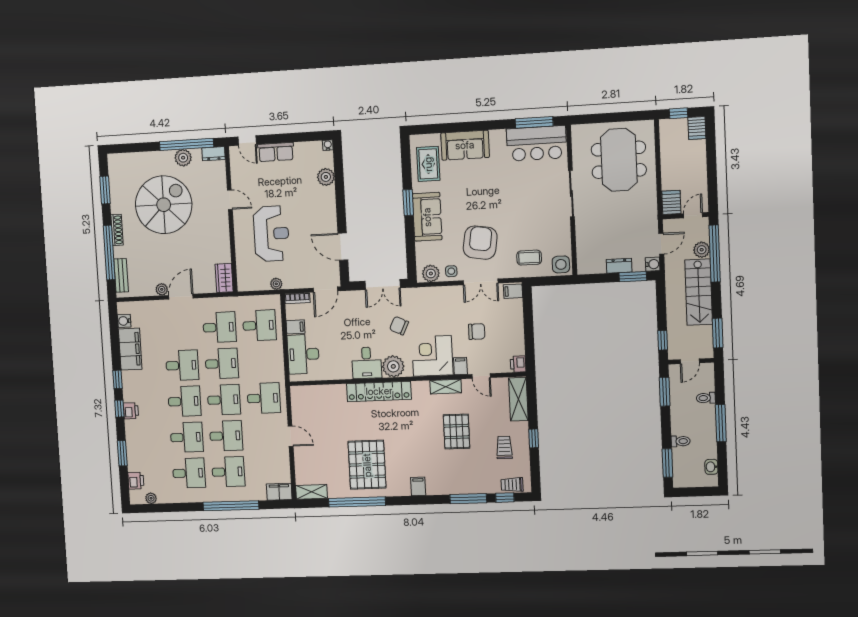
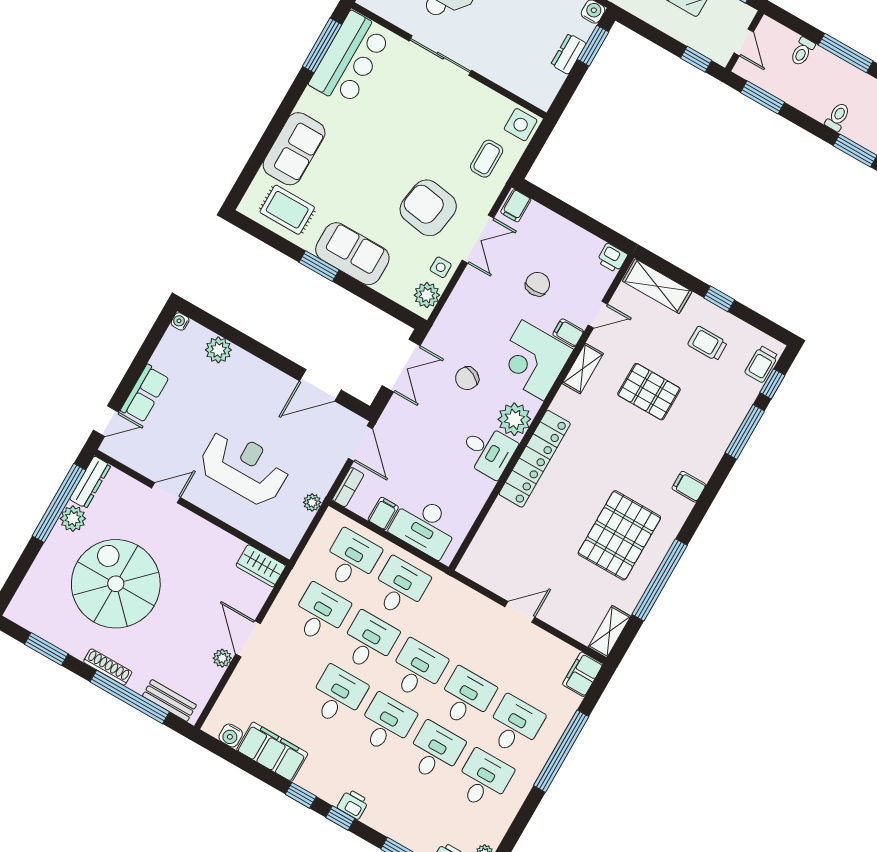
dresser: (214, 154) -> (90, 482), width x1.44
desk: (264, 398) -> (400, 587), moved
pallet: (367, 465) -> (619, 535), turned 90

